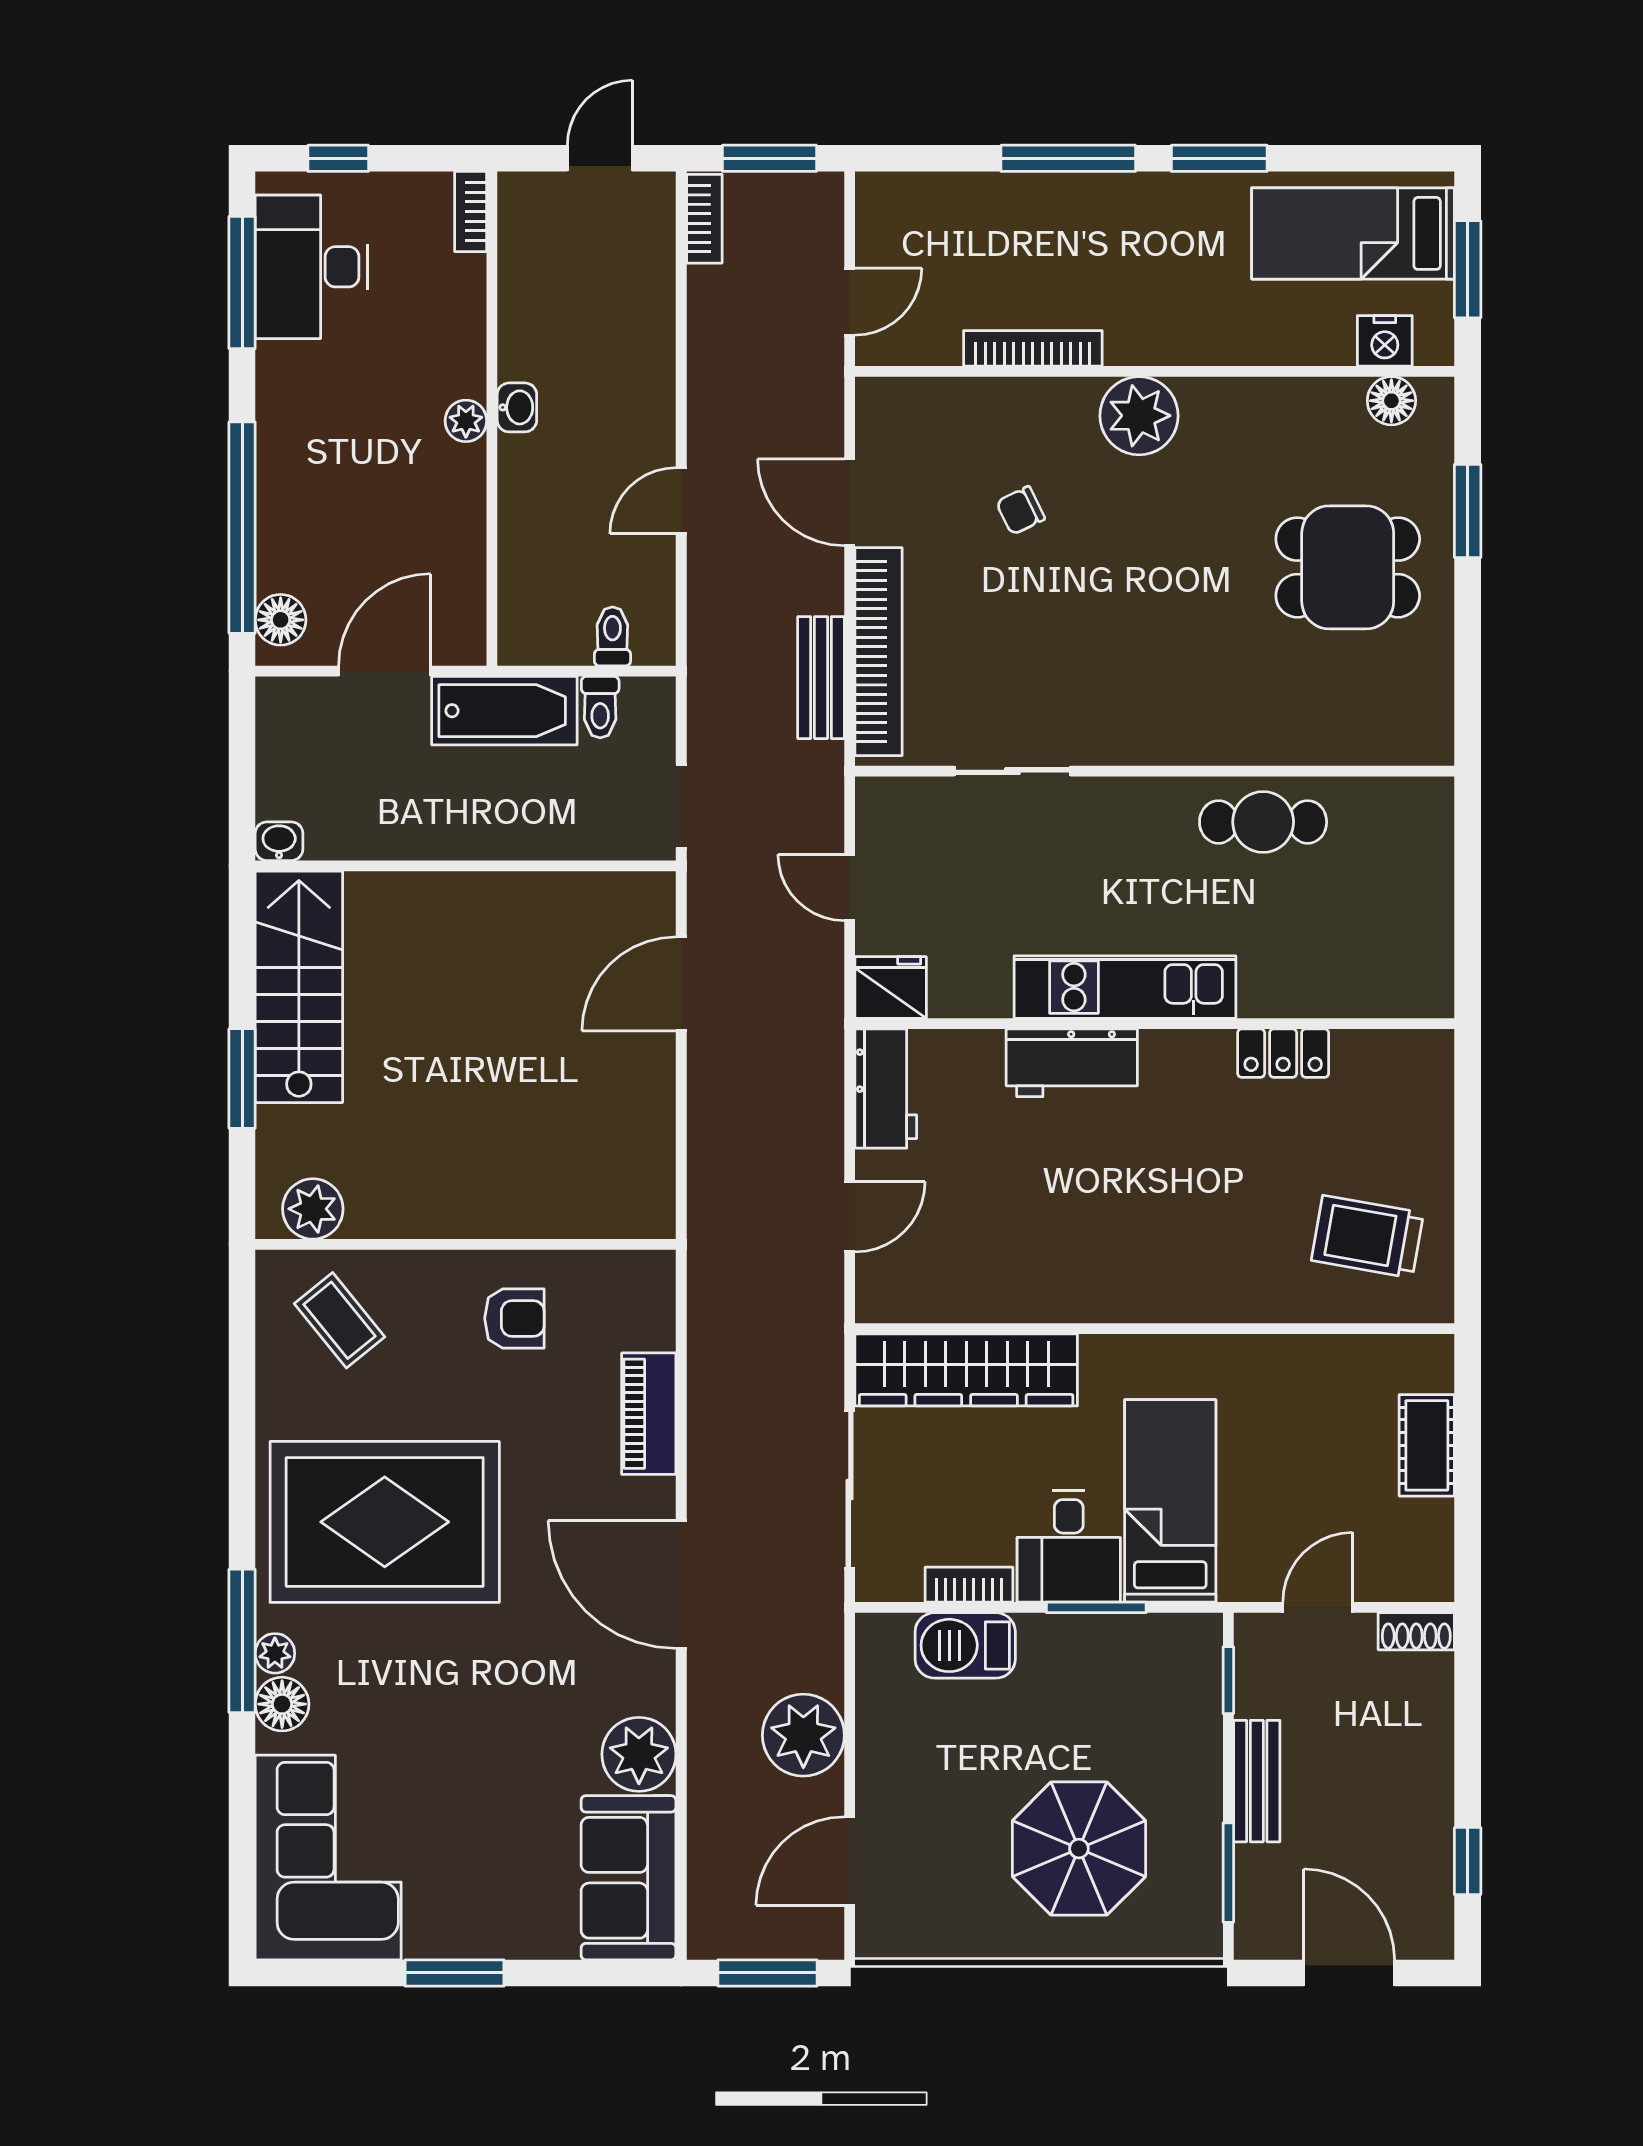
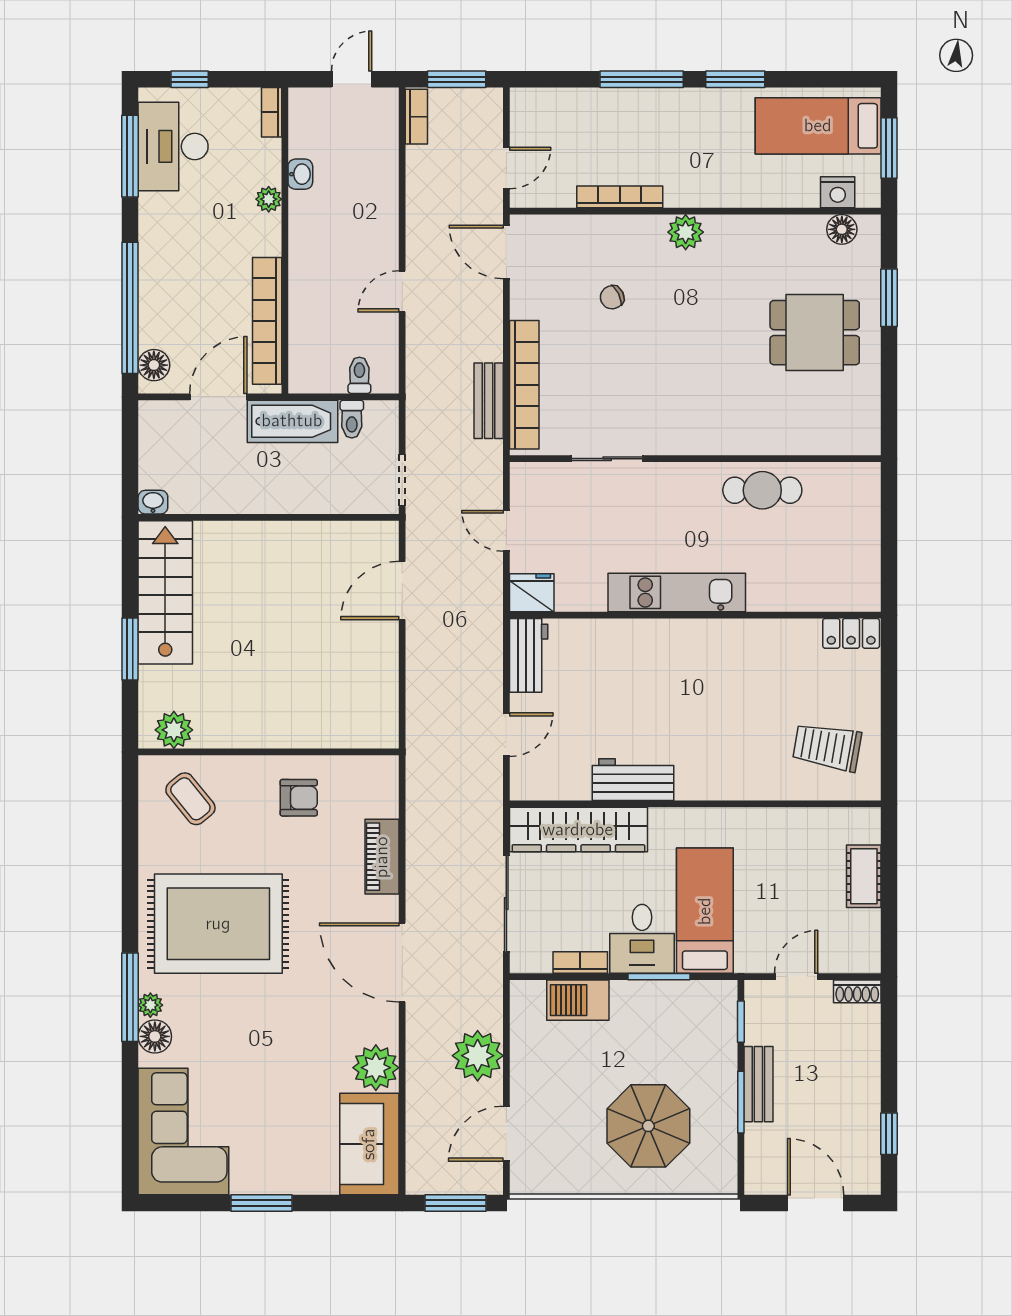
washbasin: (517, 407) -> (300, 174), moved
plant: (1139, 416) -> (686, 232), width x0.73, depth x0.73
plant: (466, 421) -> (269, 199), moved
door: (850, 502) -> (506, 252), moved
bookcase: (463, 548) -> (267, 321), added
locker: (1283, 1053) -> (851, 633), moved
workbench: (1072, 1063) -> (633, 780), moved, turned 180
window: (1228, 1873) -> (741, 1102), moved

